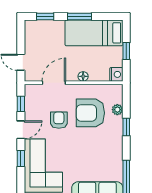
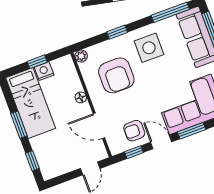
nightstand: (116, 74) -> (44, 71), moved
plant: (117, 110) -> (81, 56), moved
armchair: (59, 120) -> (134, 131), moved
side table: (103, 149) -> (149, 48), added
window: (21, 159) -> (192, 131), width x1.50

